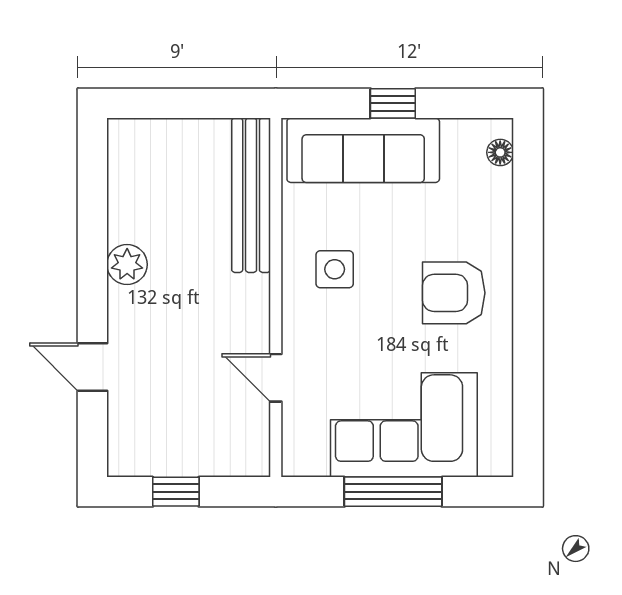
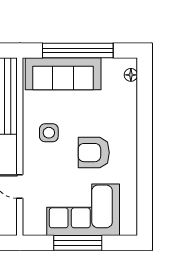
window: (393, 103) -> (78, 51), width x3.17
armchair: (454, 293) -> (94, 153), moved

